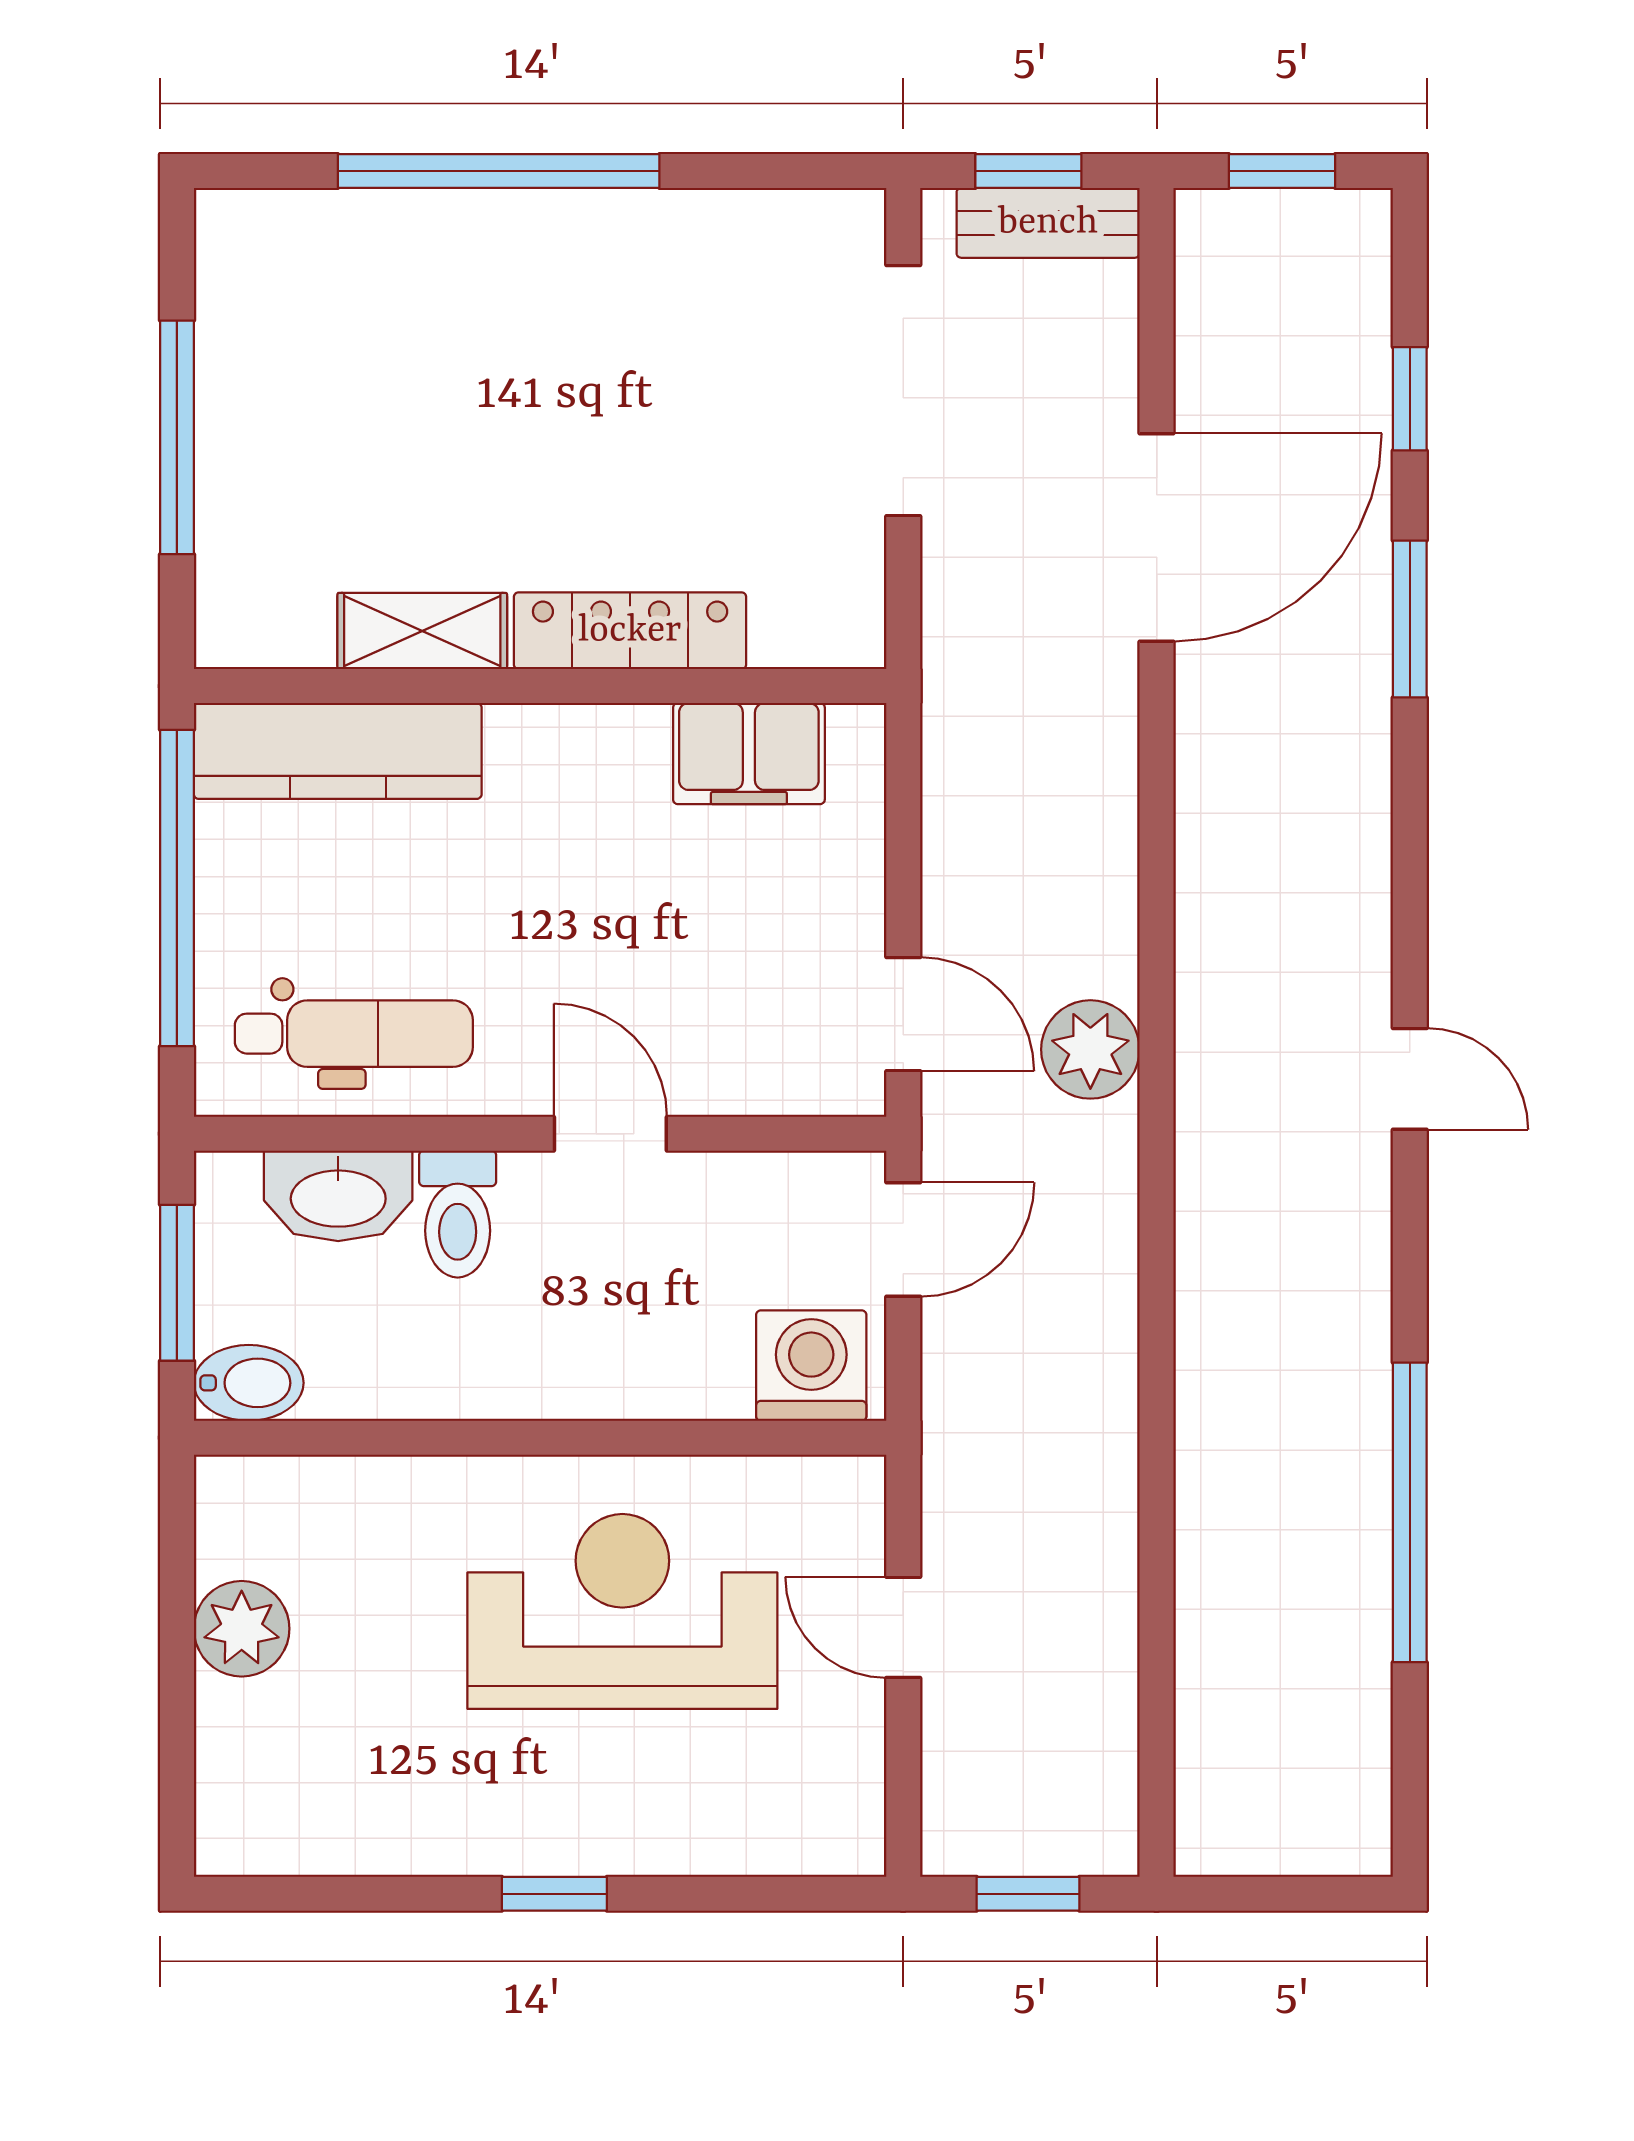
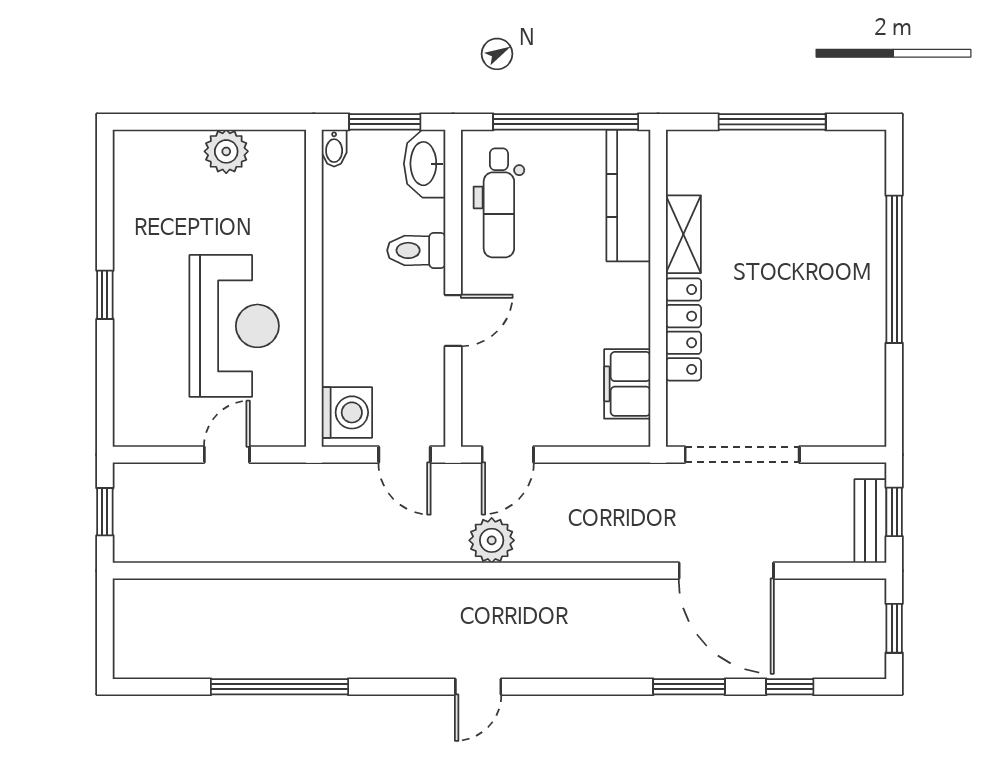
doorway: (903, 391) -> (742, 455), moved
washbasin: (338, 1196) -> (425, 164), moved
bidet: (249, 1383) -> (334, 148), width x0.72, depth x0.74

